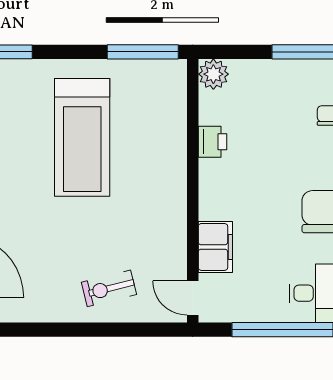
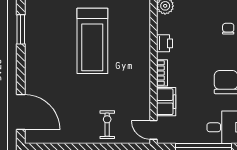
bookcase: (208, 195) -> (162, 73), added
exercise bike: (109, 288) -> (107, 125), turned 104

